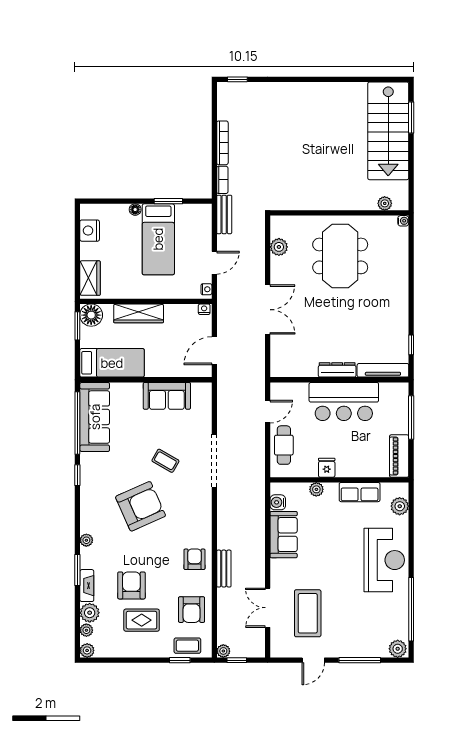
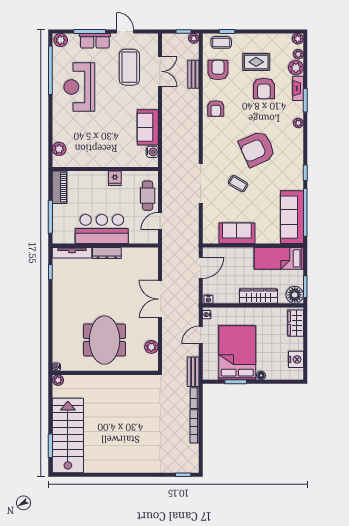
plant: (385, 203) -> (58, 380), moved
bed: (158, 239) -> (237, 353), width x1.50
plant: (316, 489) -> (123, 162), removed
row of seats: (360, 492) -> (95, 41), moved, turned 180
reception desk: (384, 560) -> (79, 87), moved
bench: (224, 569) -> (193, 74), moved
door: (313, 660) -> (125, 31), hinge flipped

